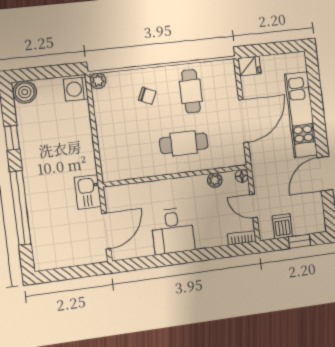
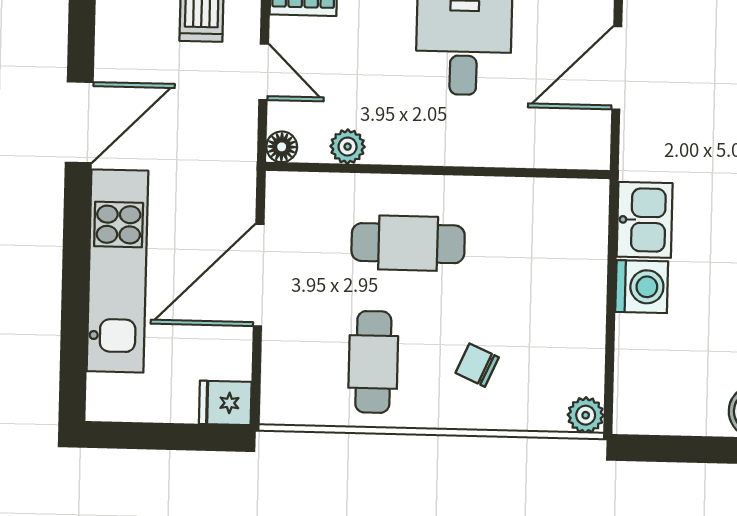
washing machine: (76, 89) -> (642, 287), moved
kitchen sink: (88, 192) -> (645, 220), moved

